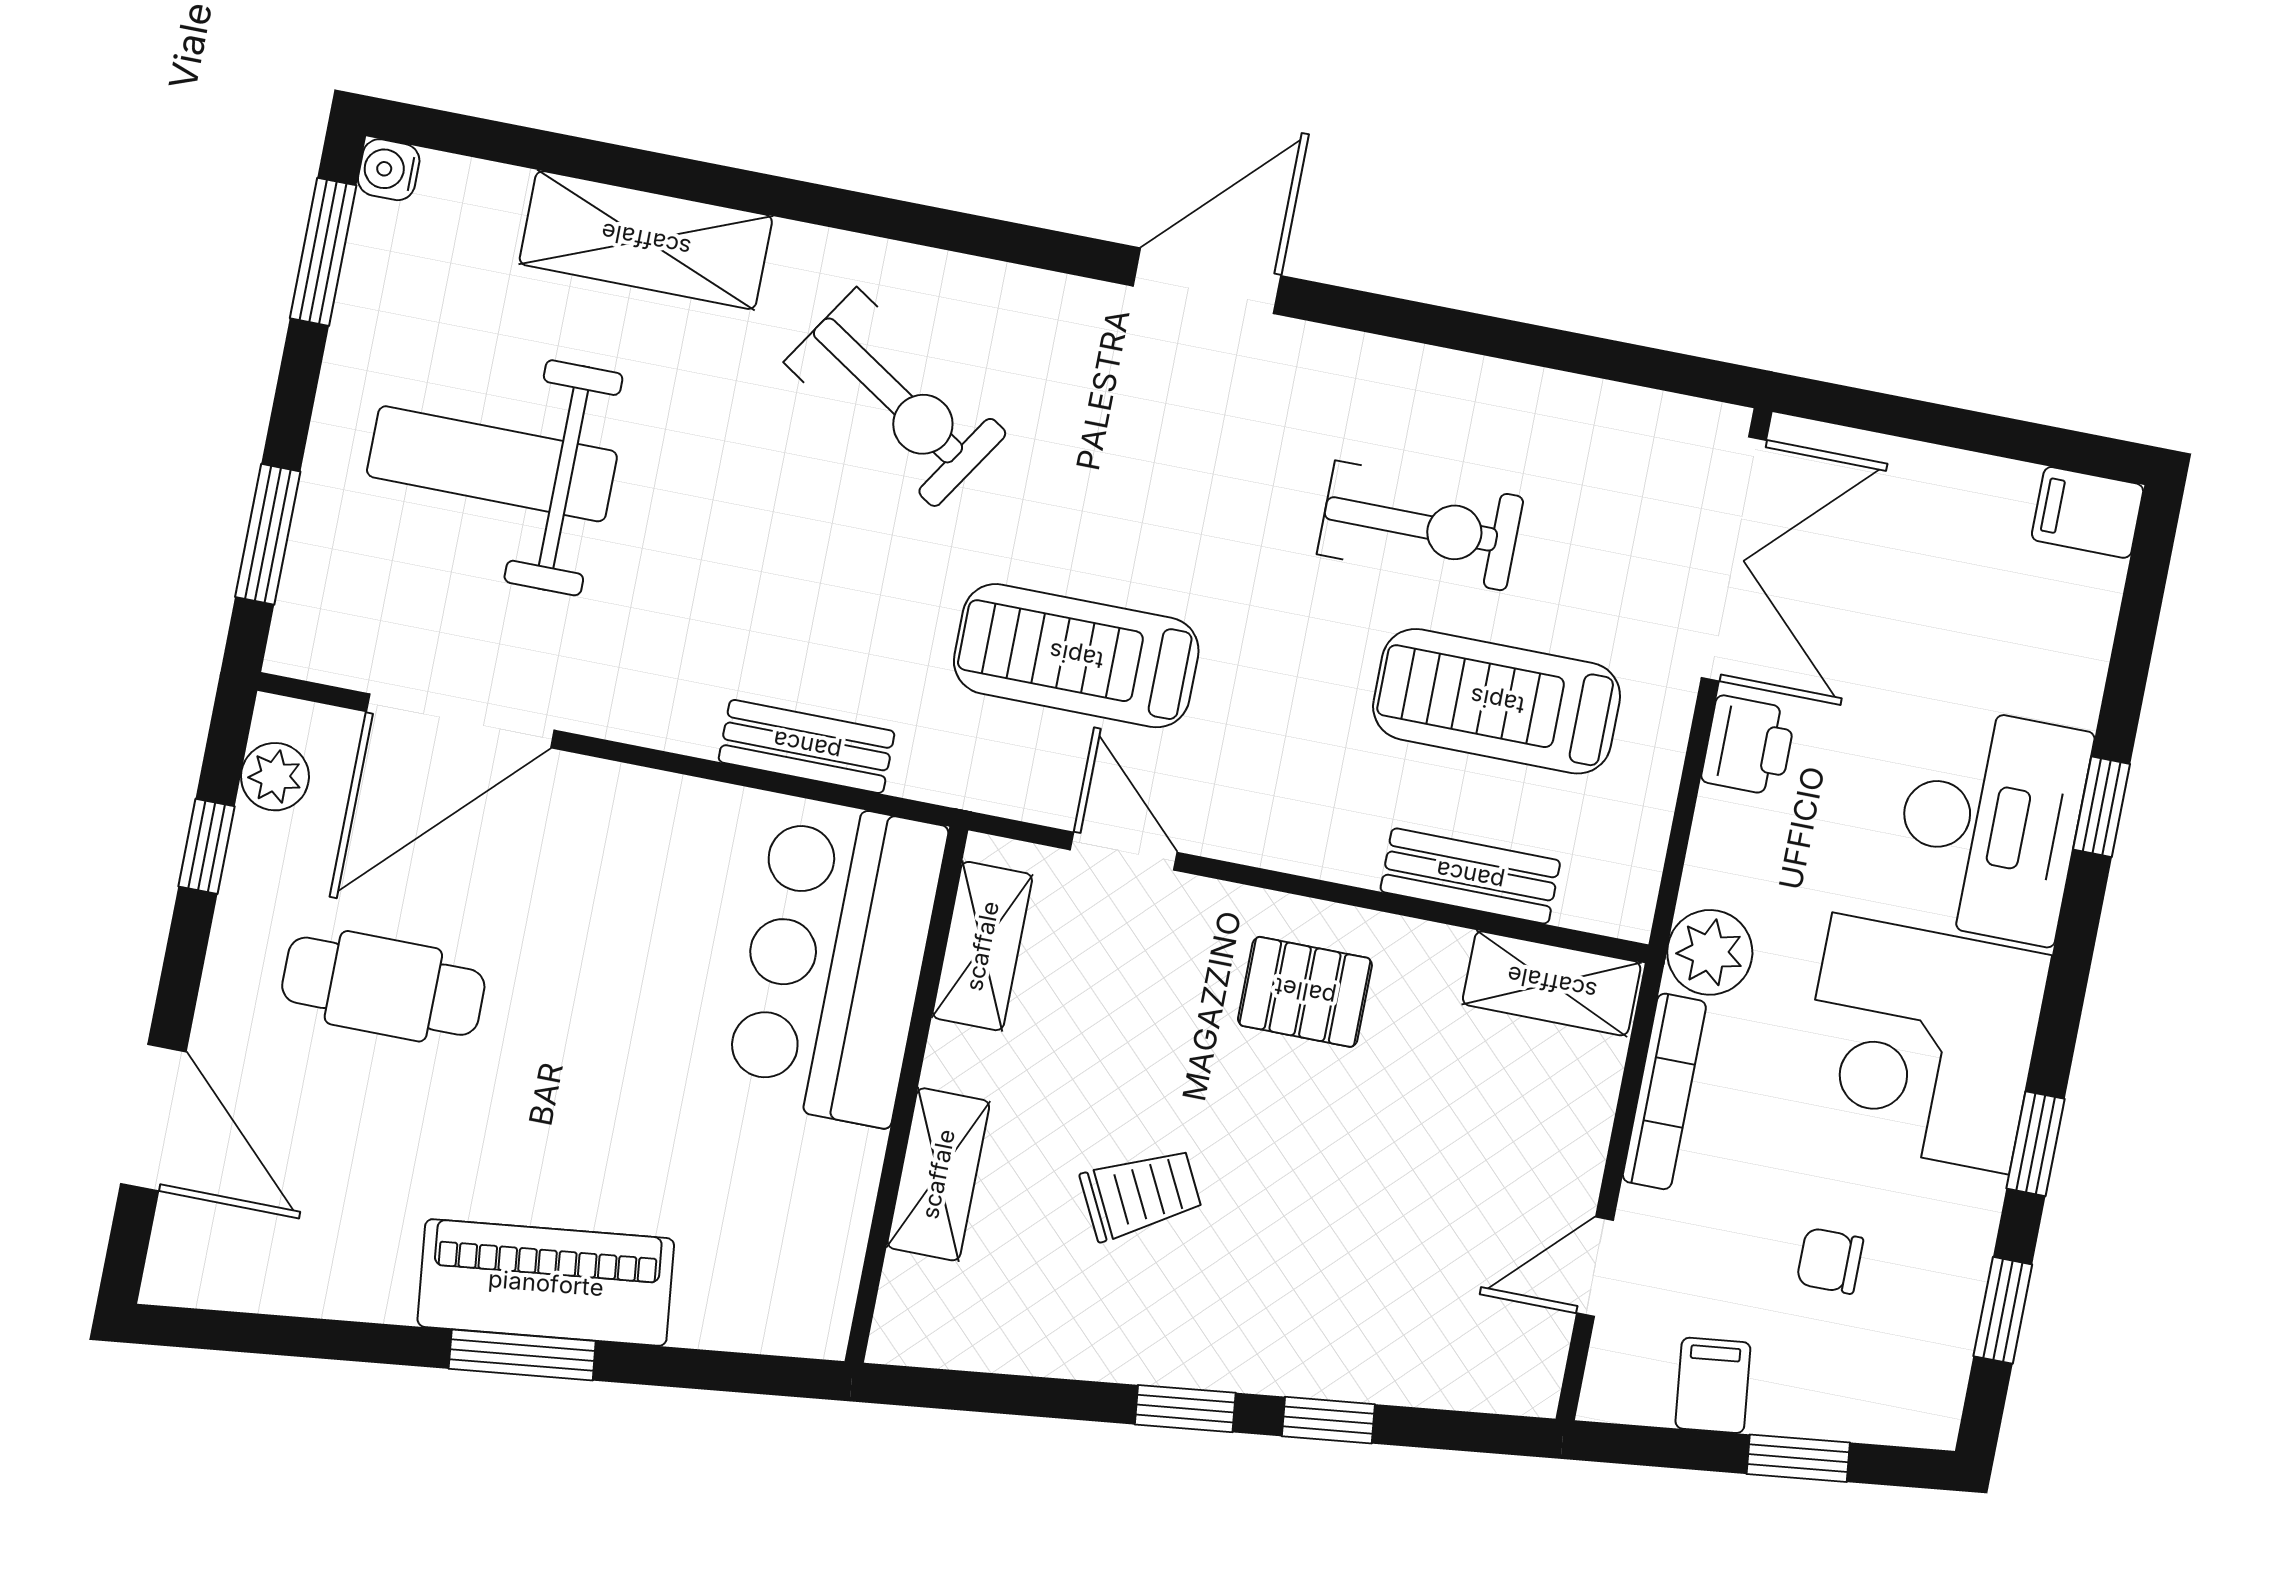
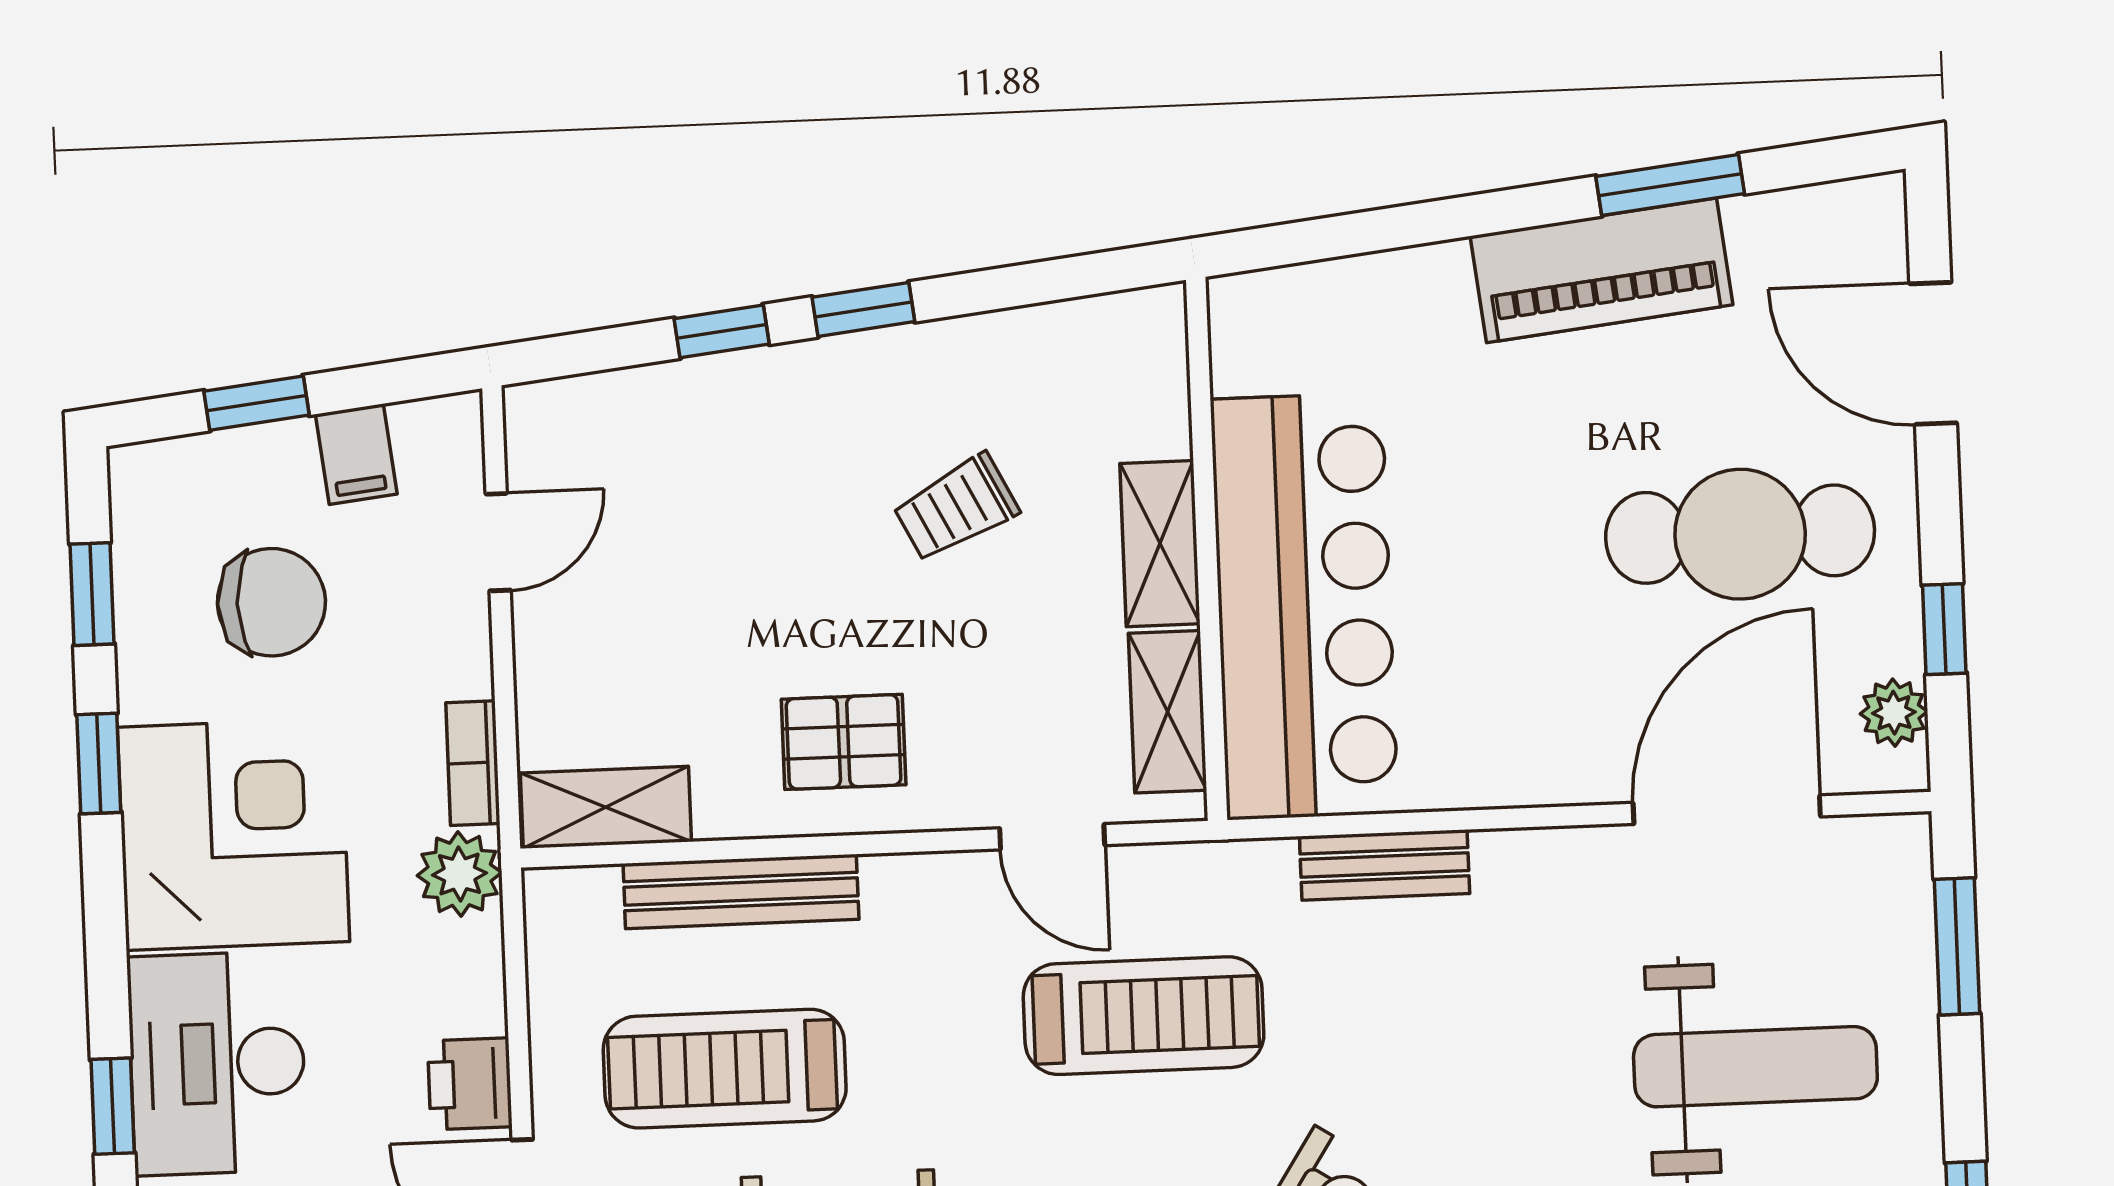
treadmill: (1497, 701) -> (725, 1069), turned 180
bench: (1470, 876) -> (741, 891), width x1.36
bar counter: (835, 962) -> (1304, 606), width x1.36
cafe table: (383, 986) -> (1740, 534), width x1.37, depth x1.35
bookcase: (1664, 1091) -> (473, 763), width x0.64
shelving: (938, 1174) -> (1160, 544), moved
chair: (1830, 1261) -> (271, 602), width x1.87, depth x1.87
piano: (546, 1283) -> (1601, 270), moved
window: (522, 1355) -> (1670, 185), moved

